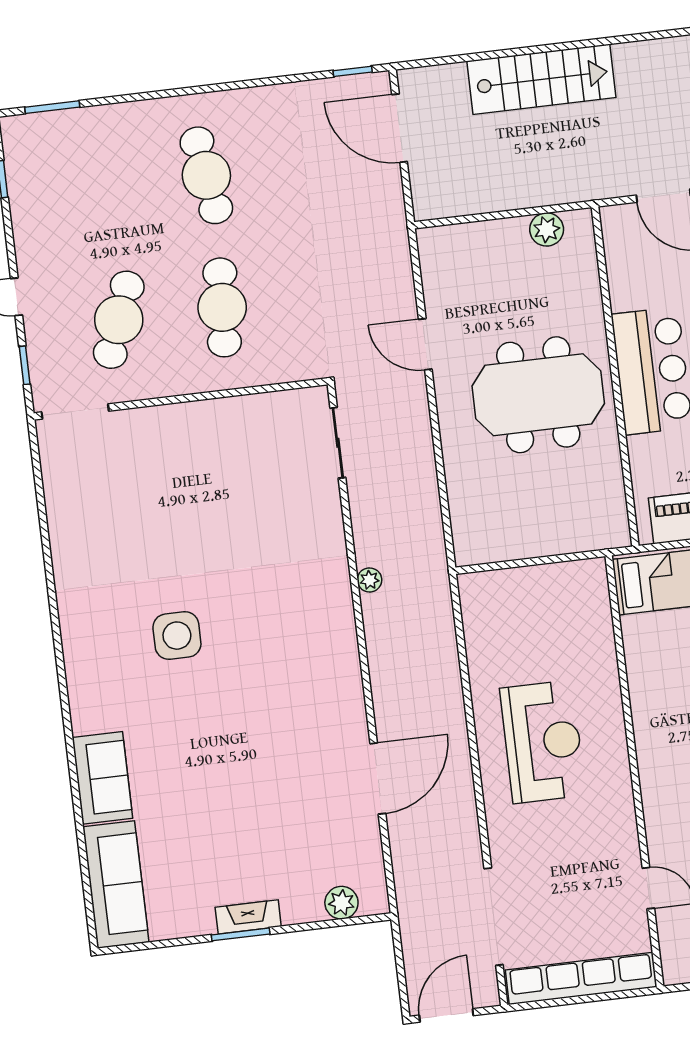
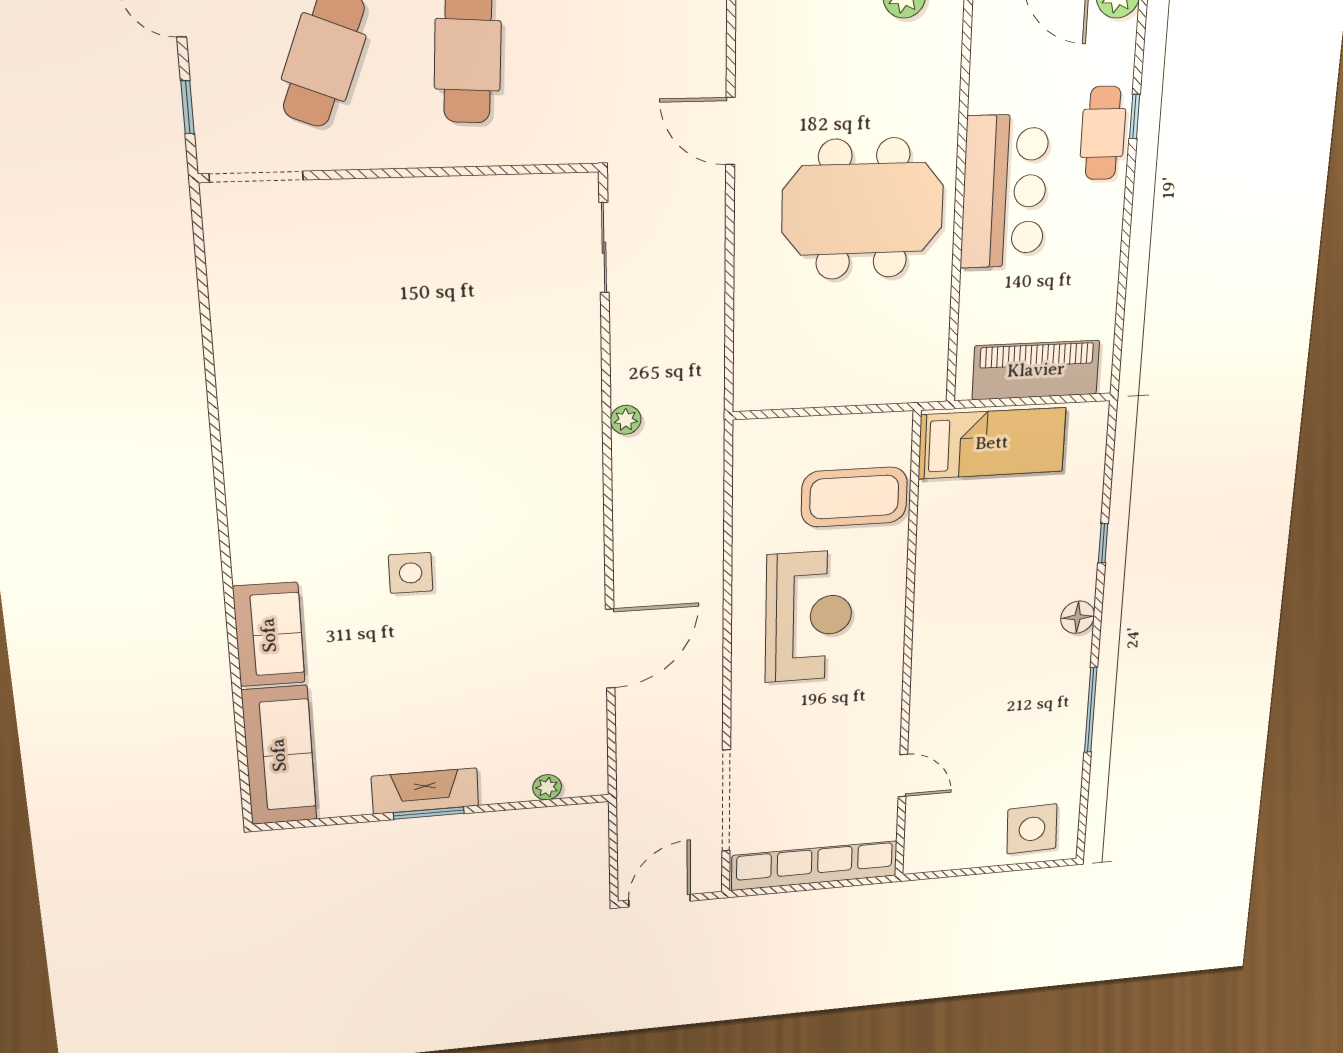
coffee table: (567, 634) -> (854, 497), added
side table: (177, 636) -> (411, 573), moved, width x0.73, depth x0.73
plant: (341, 903) -> (547, 787), width x0.73, depth x0.73
fireplace: (248, 917) -> (425, 791), width x1.37, depth x1.32

